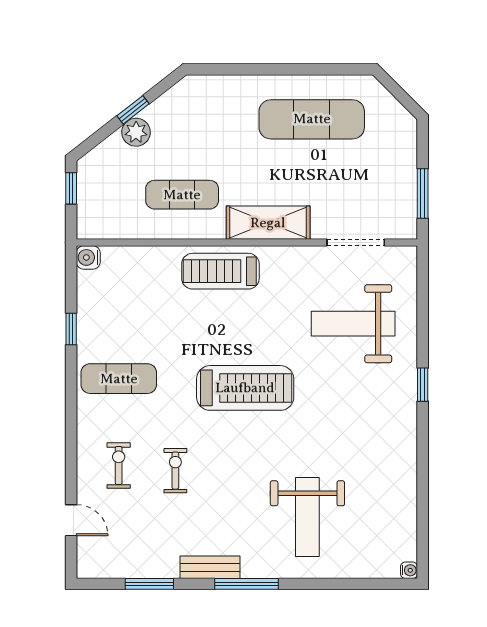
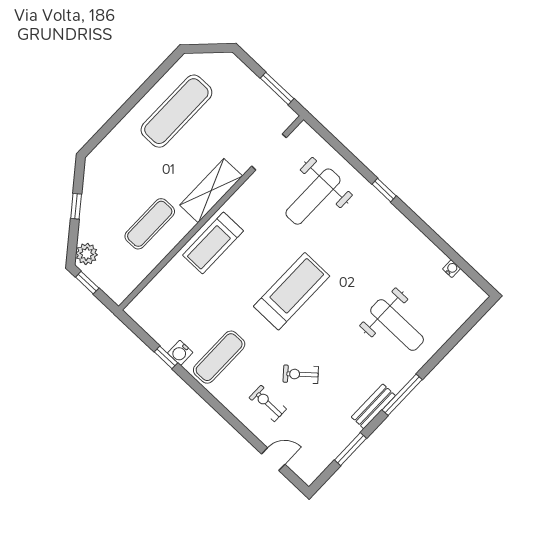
plant: (136, 132) -> (87, 254), moved
water cooler: (88, 257) -> (180, 353), moved
exercise bike: (175, 471) -> (301, 374), turned -41
water cooler: (409, 570) -> (452, 269), moved

